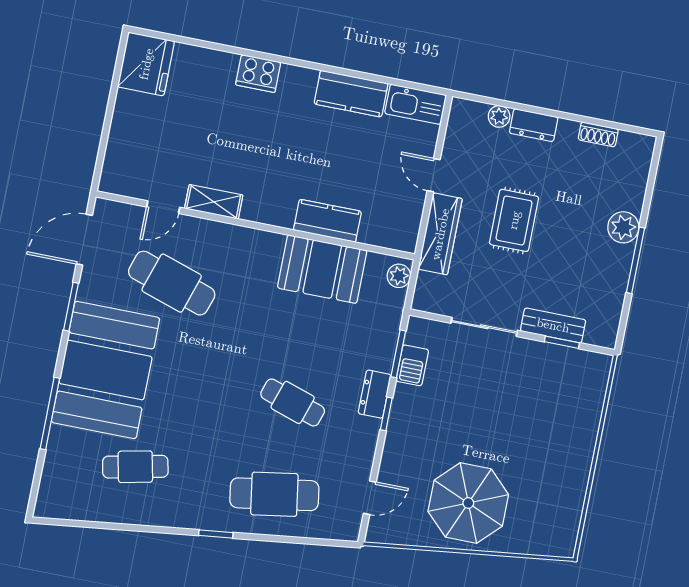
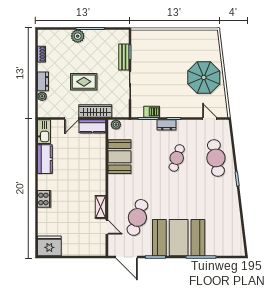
kitchen counter: (327, 221) -> (92, 126), moved, turned -90
cafe table: (135, 467) -> (216, 217), removed

